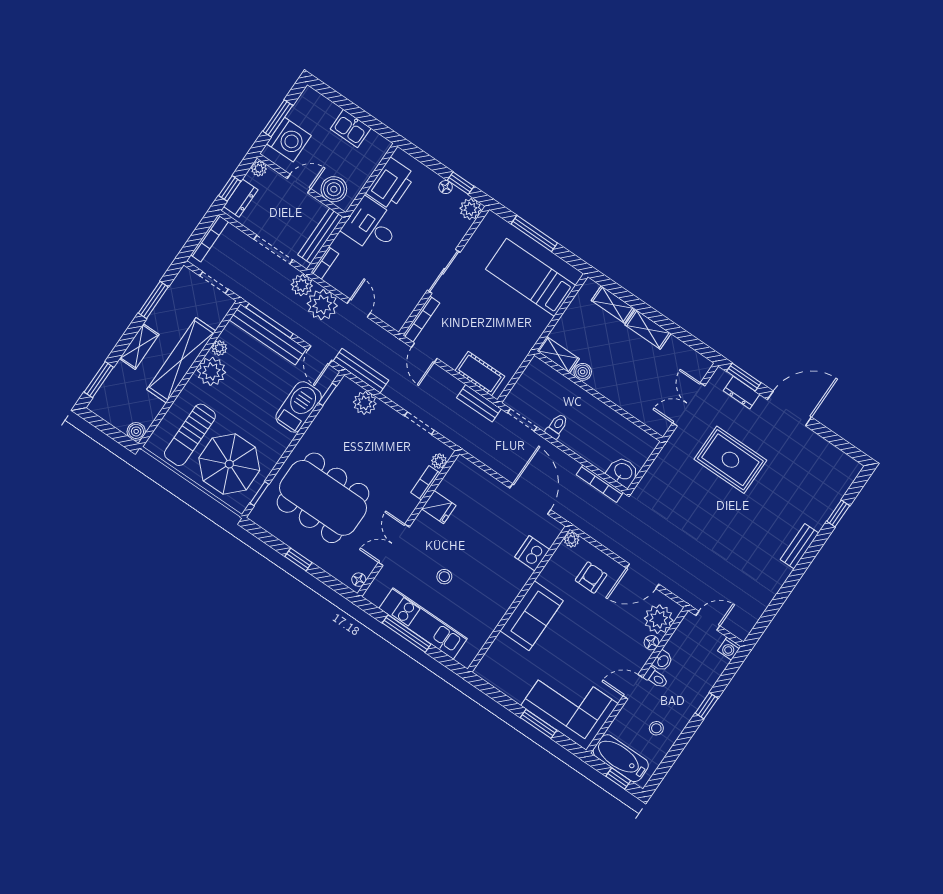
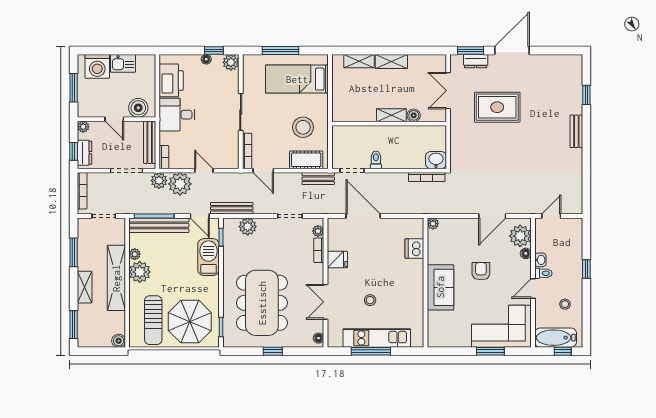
washing machine: (289, 140) -> (97, 66), moved, turned 90
door: (299, 184) -> (114, 119), swing flipped
stool: (501, 335) -> (303, 127), added
shelving: (558, 355) -> (391, 115), moved
boiler: (583, 372) -> (414, 115), moved
dining table: (323, 498) -> (262, 303), turned 90
door: (530, 499) -> (363, 216), moved
armchair: (591, 577) -> (481, 271), moved
washing machine: (729, 649) -> (576, 224), removed

